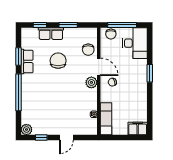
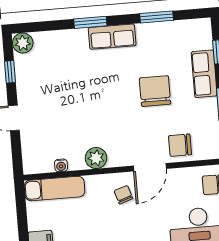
row of seats: (27, 61) -> (112, 37), moved
chair: (58, 61) -> (155, 91), turned -90
plant: (91, 82) -> (96, 158), moved
window: (18, 92) -> (90, 22), width x0.47

